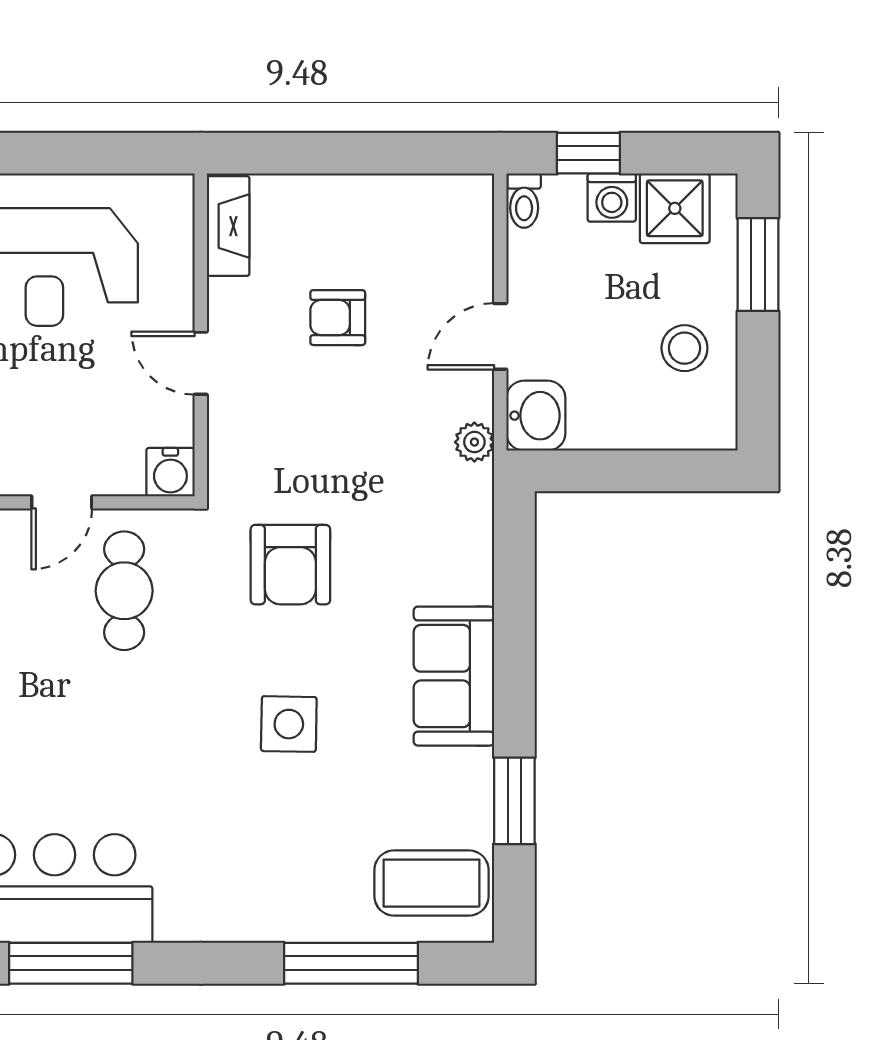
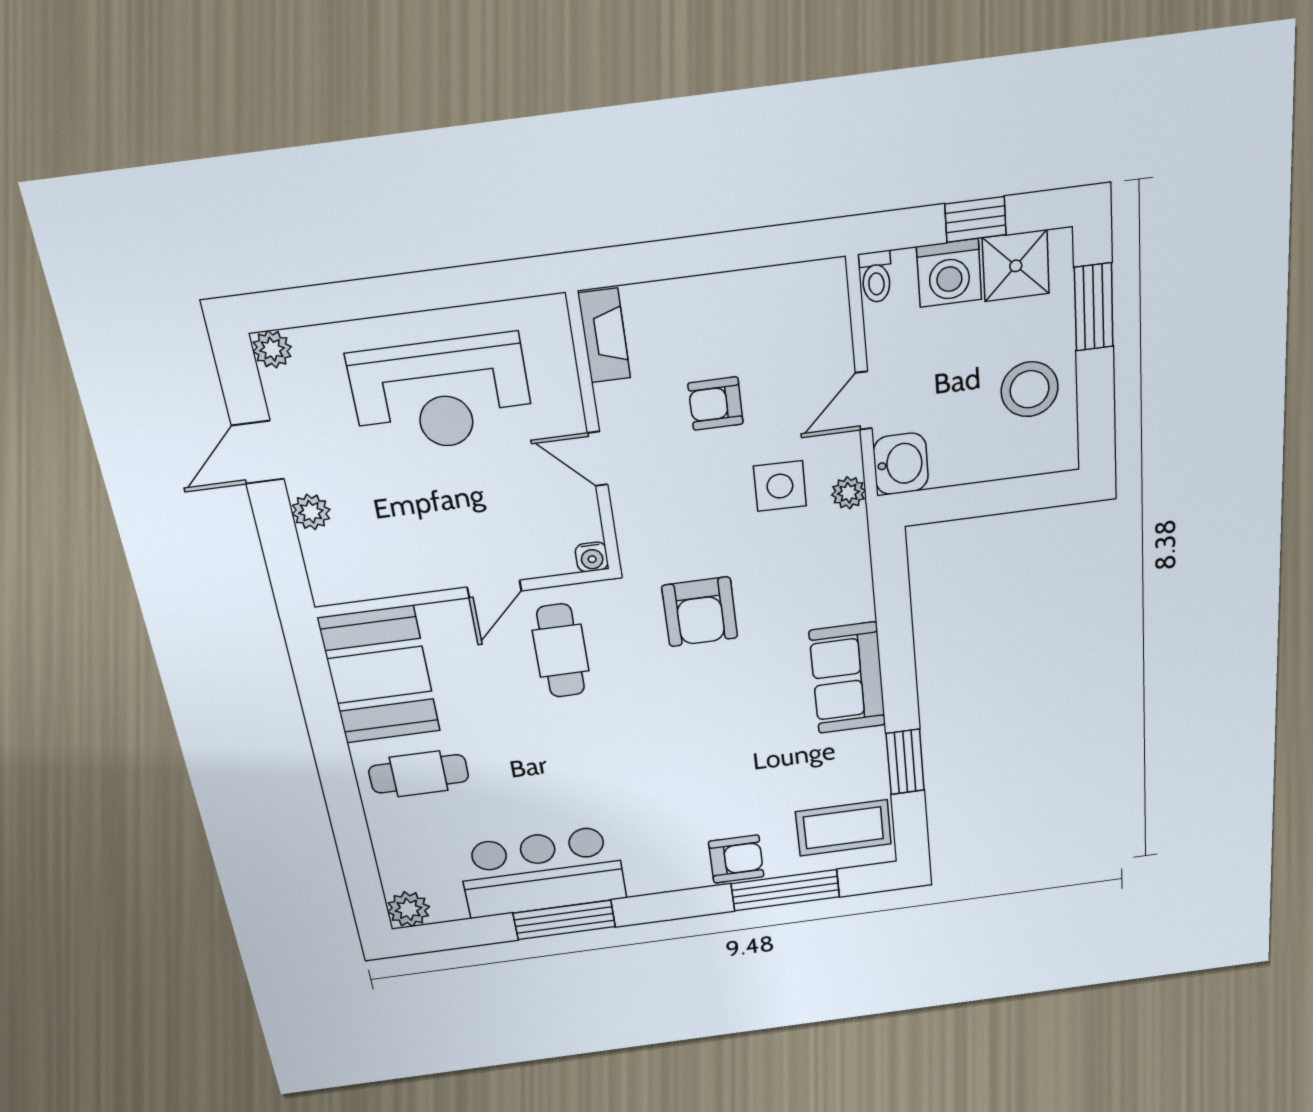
window: (588, 153) -> (976, 219), moved
washing machine: (612, 198) -> (949, 273), width x1.38, depth x1.38
stool: (684, 348) -> (1030, 389), width x1.38, depth x1.38
water cooler: (170, 472) -> (592, 557), width x0.72, depth x0.72
side table: (289, 724) -> (780, 486), moved
armchair: (295, 907) -> (736, 859), added

